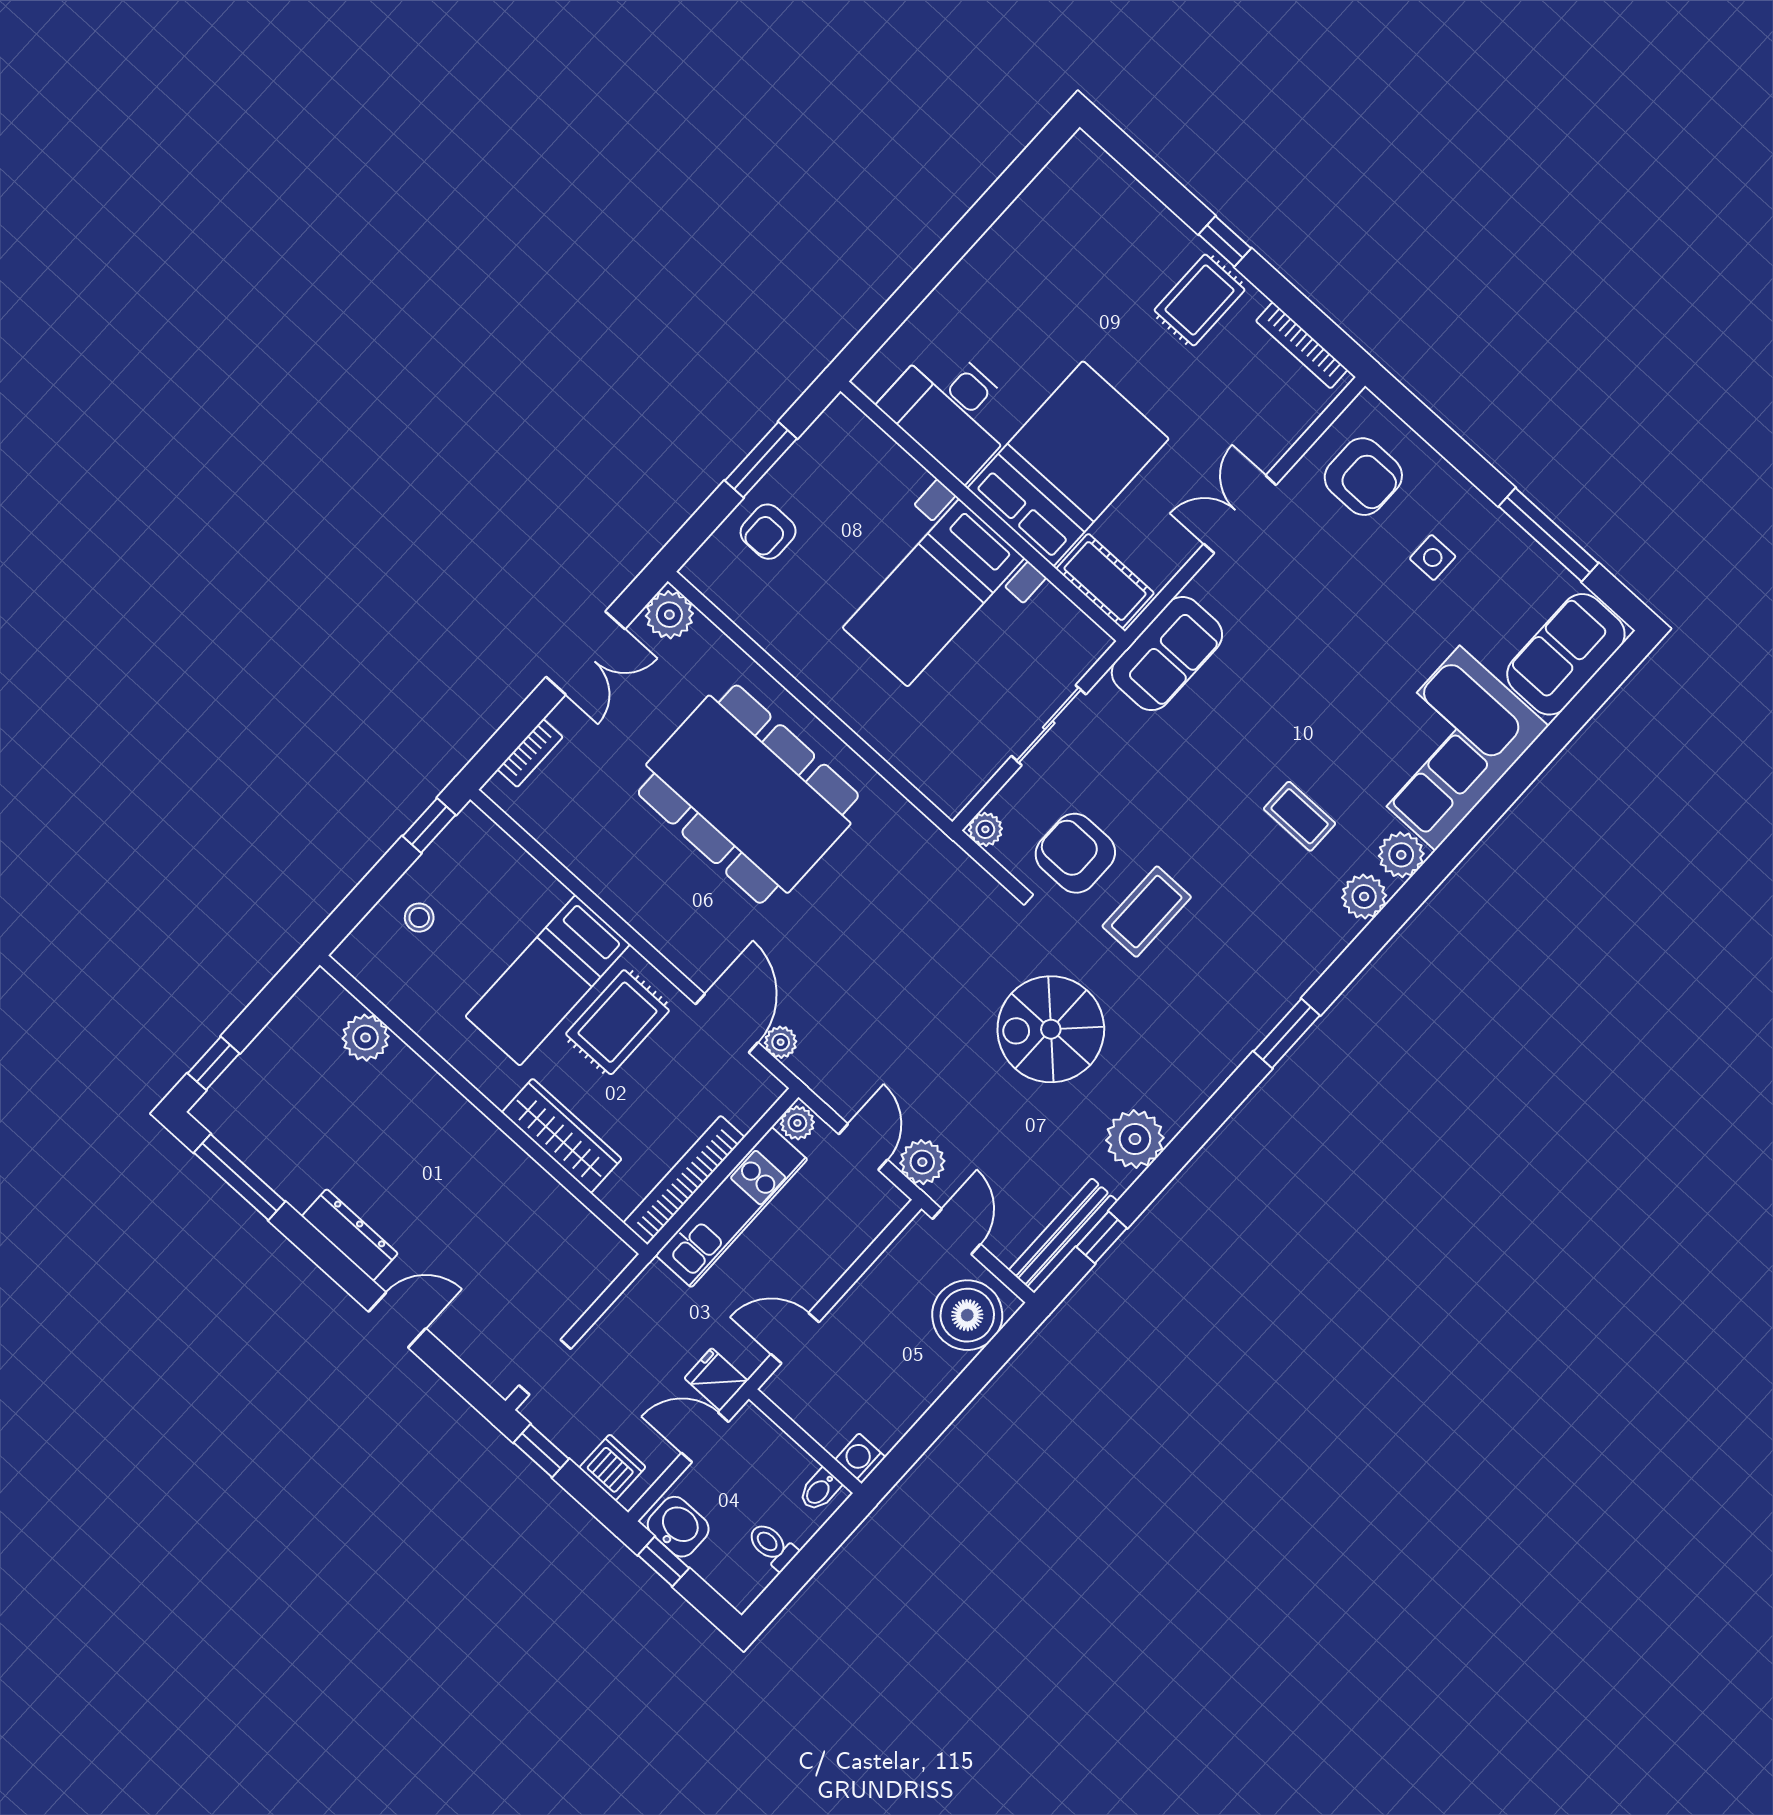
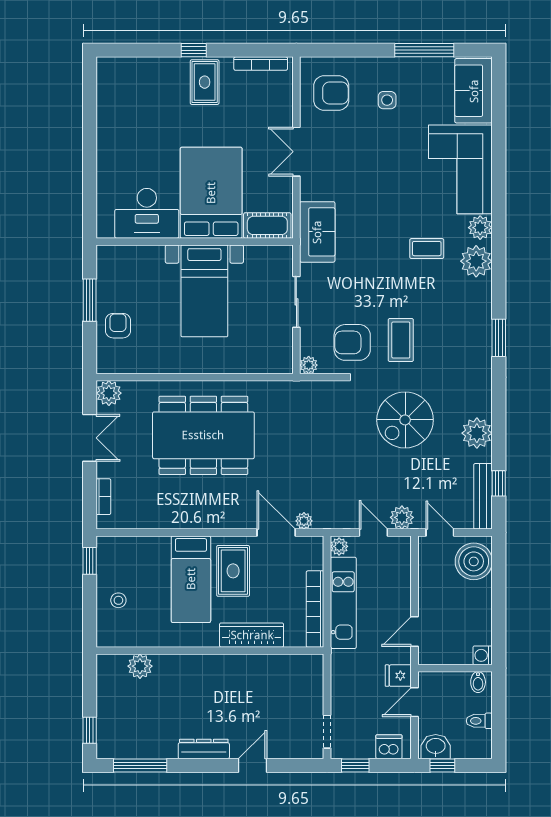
armchair: (768, 532) -> (118, 326), turned 180
plant: (1364, 897) -> (476, 261), width x1.36, depth x1.36

